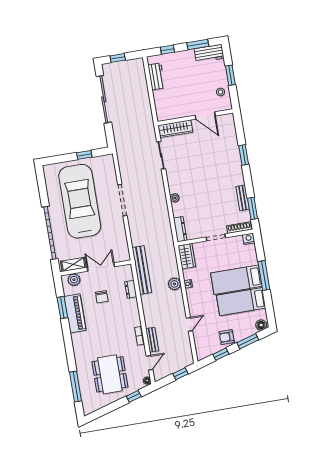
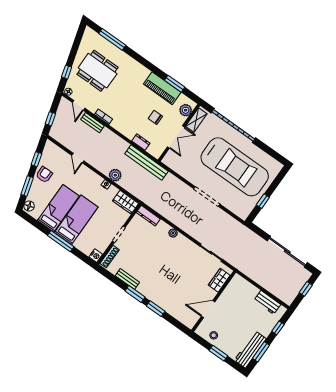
workbench: (209, 53) -> (250, 349), width x1.37
wardrobe: (175, 129) -> (219, 280), width x0.67
window: (253, 208) -> (135, 294), moved

